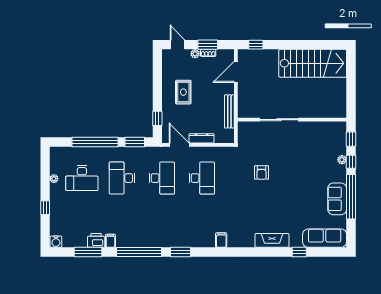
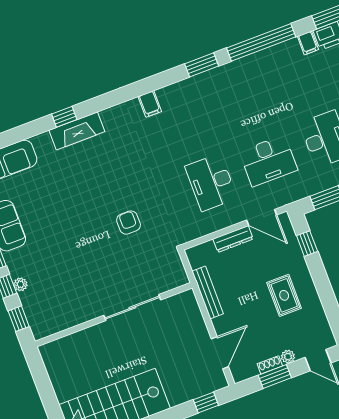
desk: (162, 178) -> (268, 161), turned -90
window: (299, 252) -> (64, 117), moved

